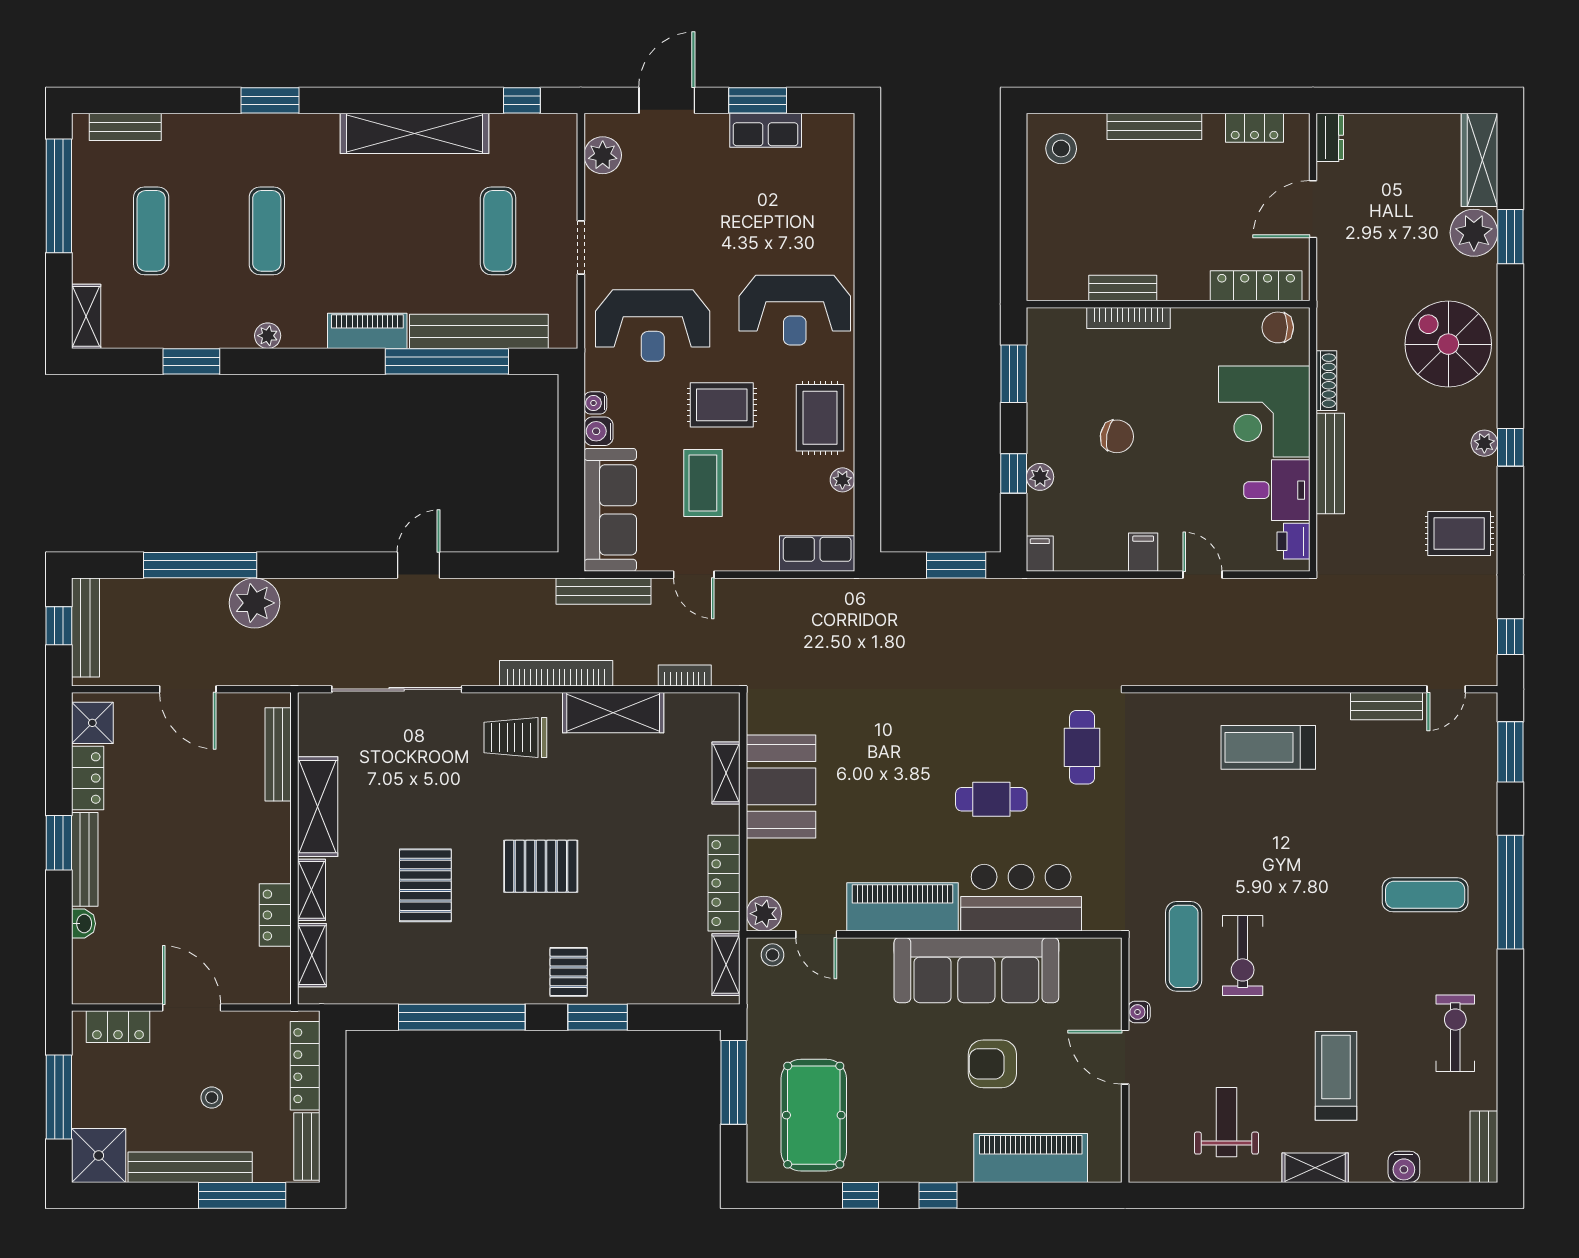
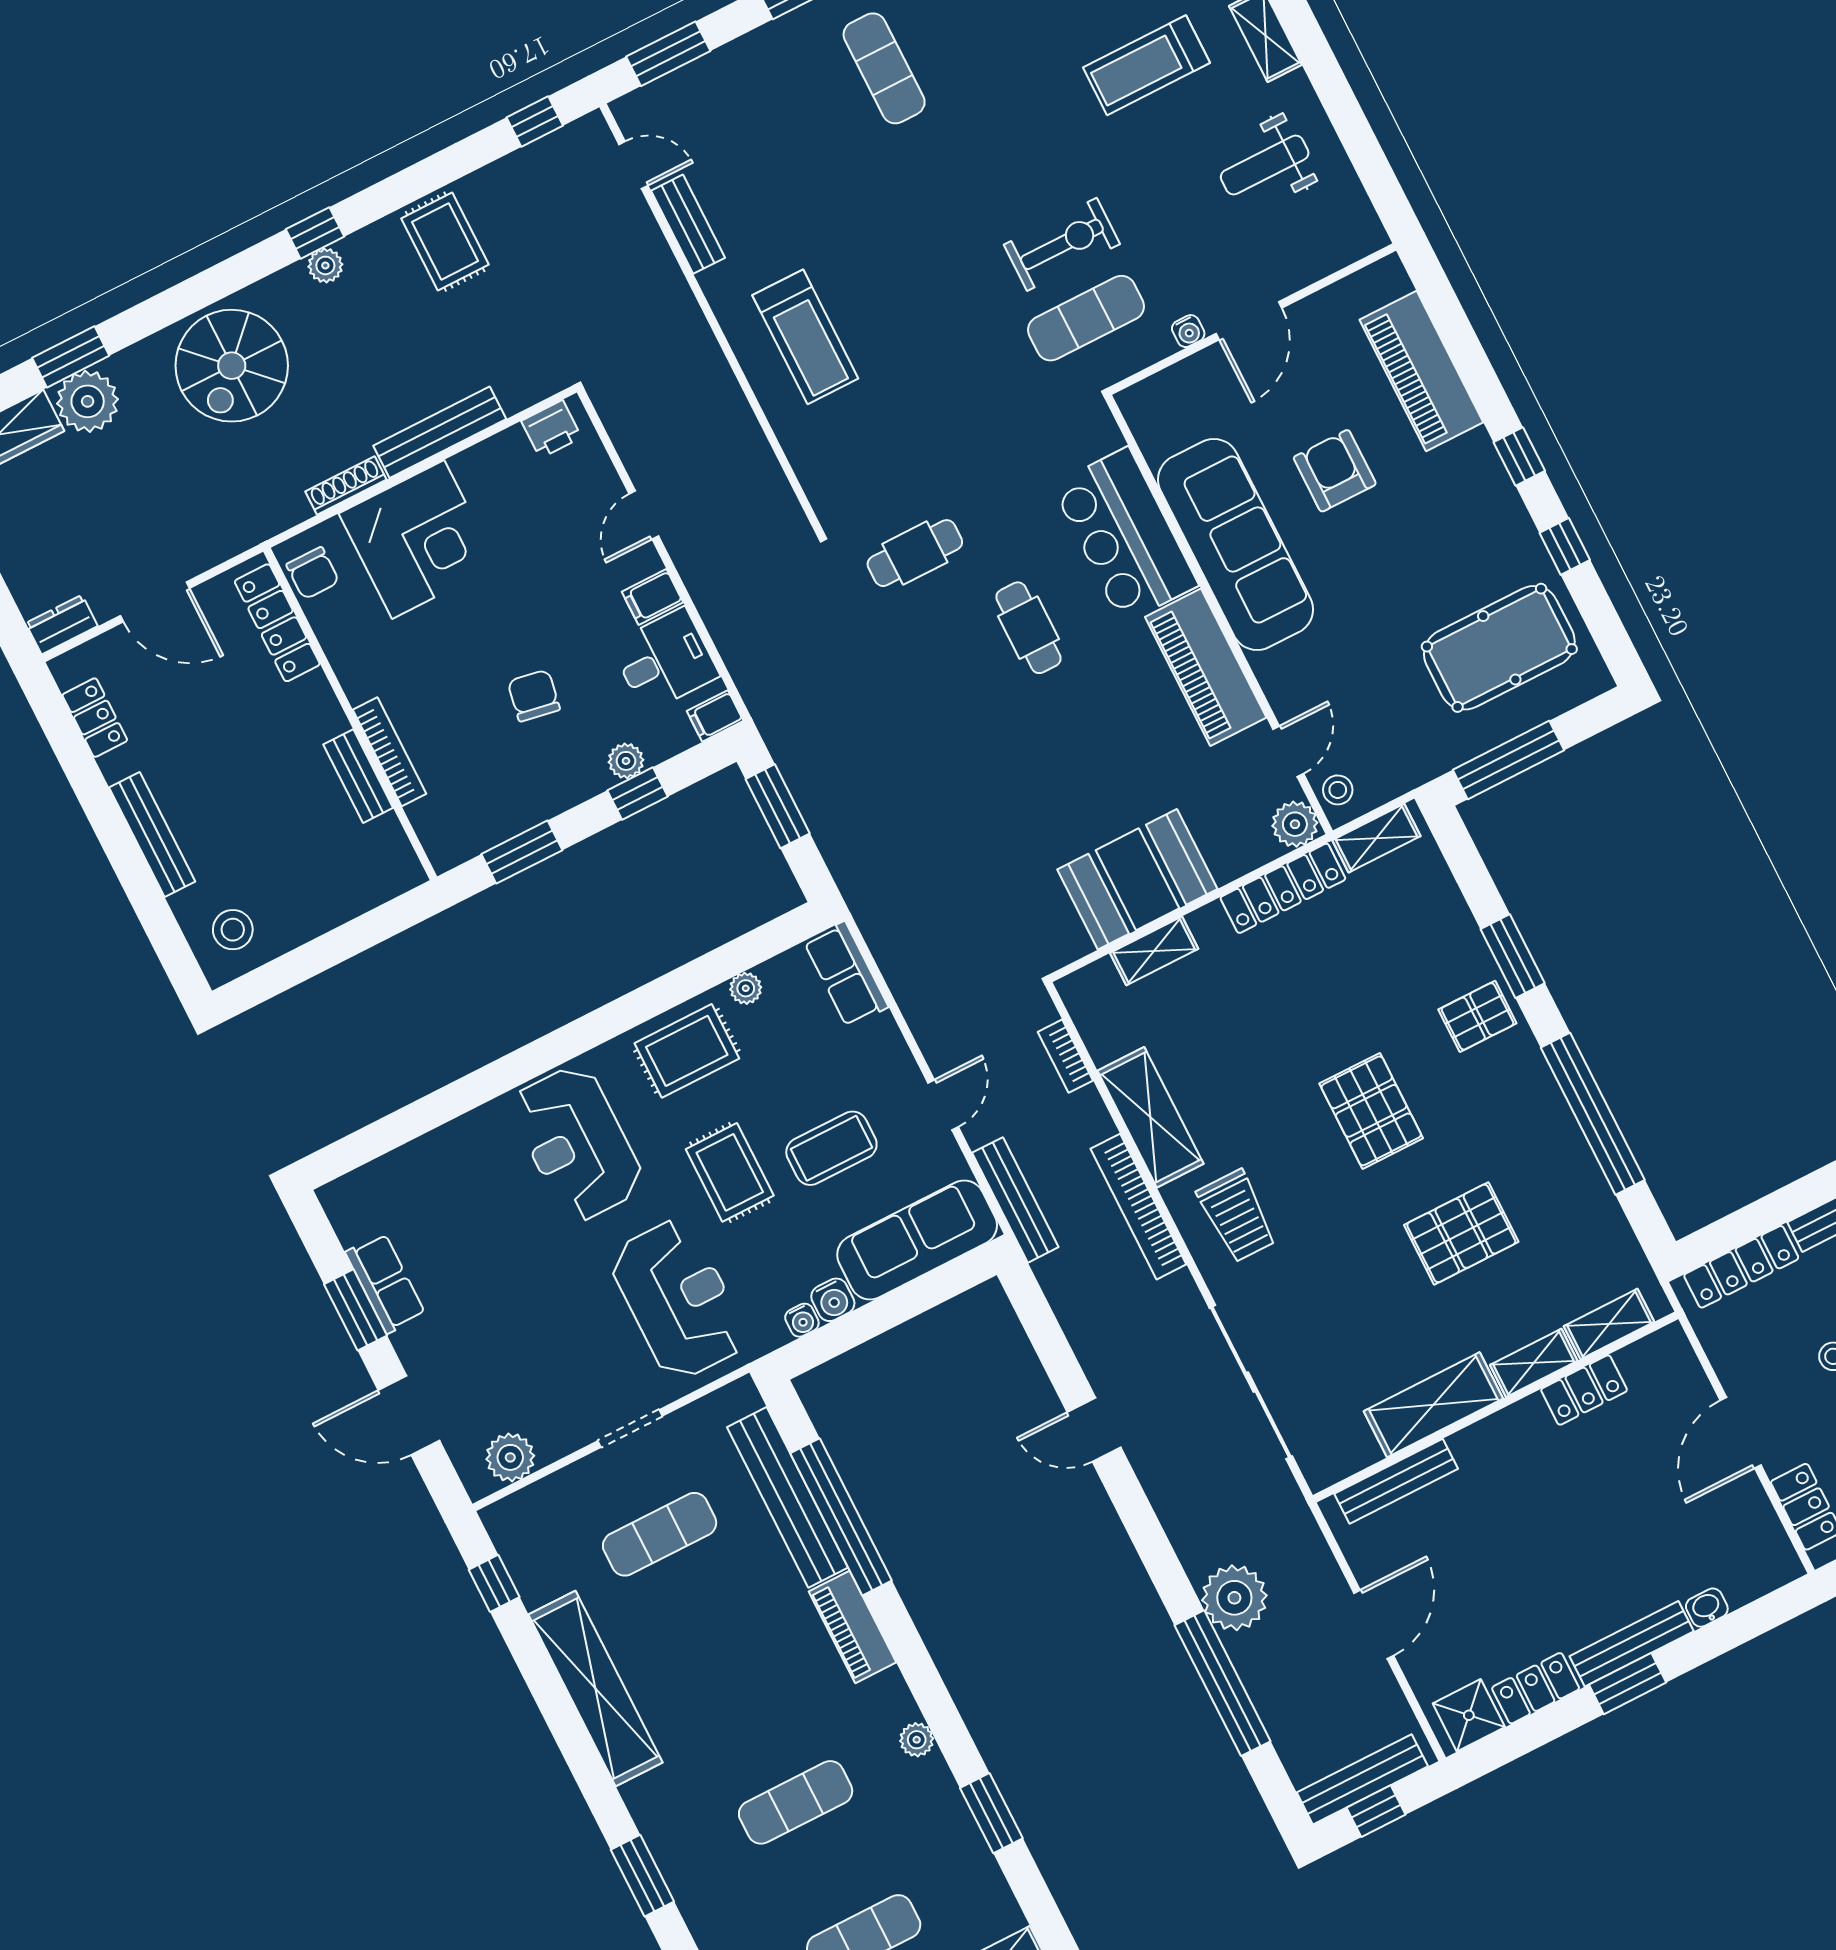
reception desk: (795, 310) -> (577, 1143), turned 180
desk: (1277, 490) -> (665, 660), moved, turned 90
armchair: (992, 1064) -> (1335, 471), turned 180

